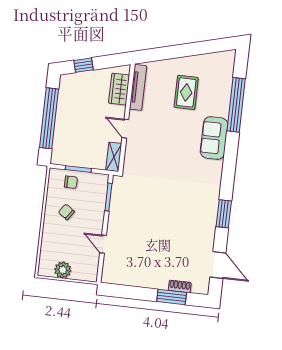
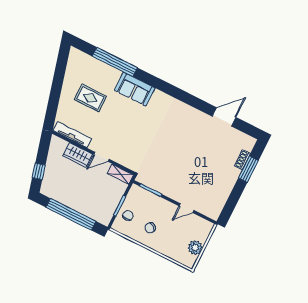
wardrobe: (119, 89) -> (78, 155), moved
window: (224, 214) -> (198, 104), removed
door: (218, 265) -> (224, 117), moved

